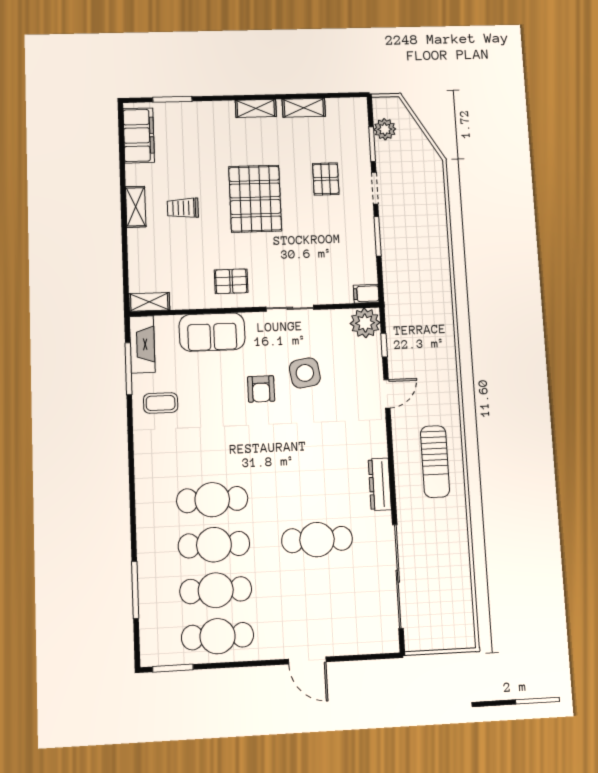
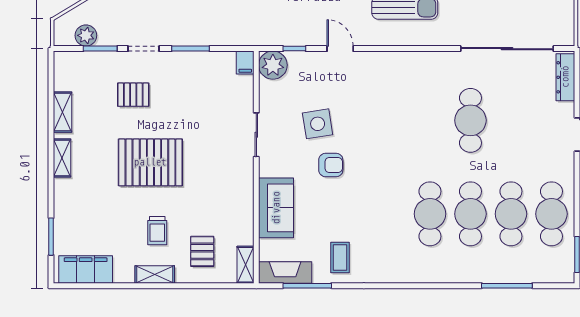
pallet: (231, 281) -> (202, 251), moved
dresser: (380, 484) -> (565, 77), moved, turned 90

